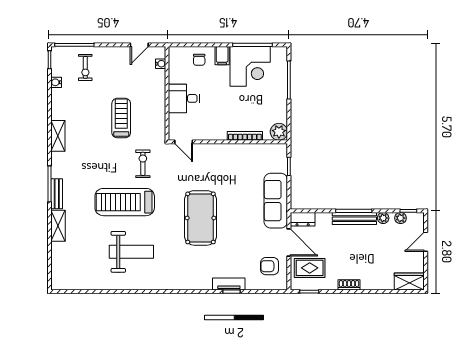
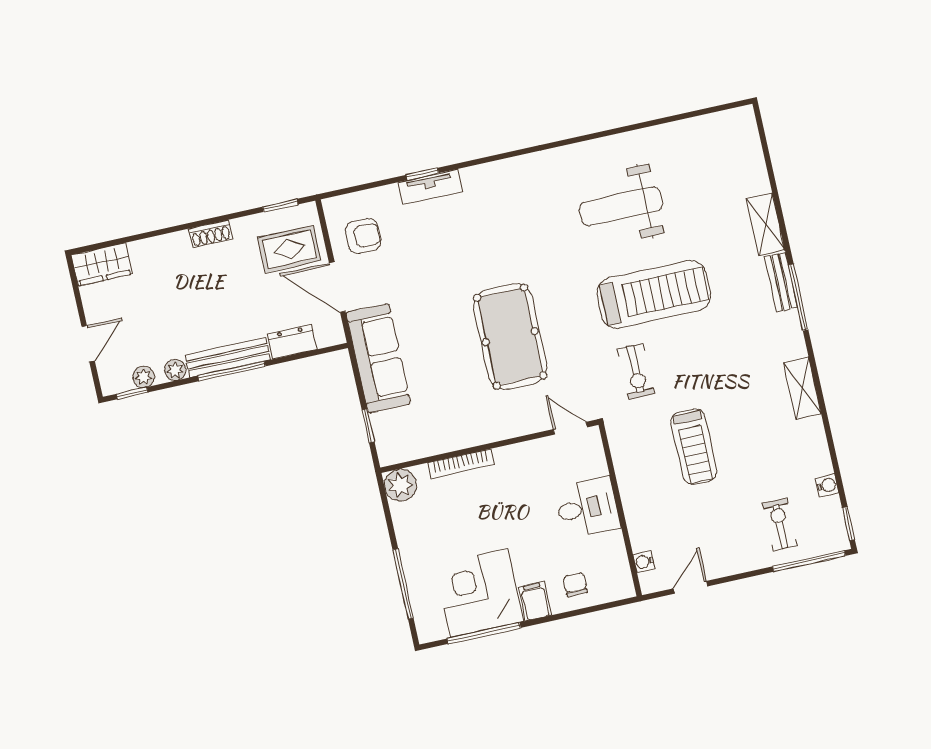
pool table: (200, 218) -> (510, 337), moved
dresser: (303, 219) -> (292, 342), moved

